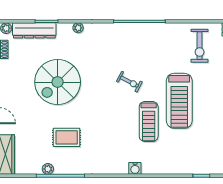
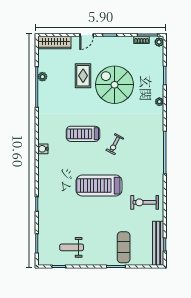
dresser: (34, 30) -> (157, 65), removed
treadmill: (149, 121) -> (83, 134), moved
rug: (67, 137) -> (83, 76), moved

